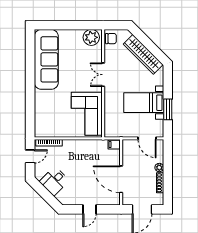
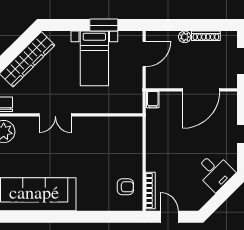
corner sofa: (87, 114) -> (110, 138), removed
armchair: (52, 125) -> (125, 187), added
desk: (54, 181) -> (215, 172), moved

